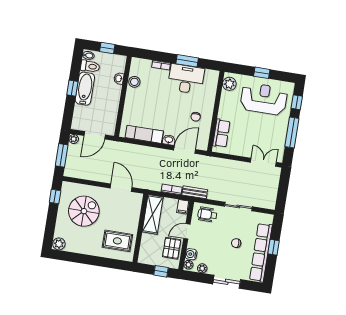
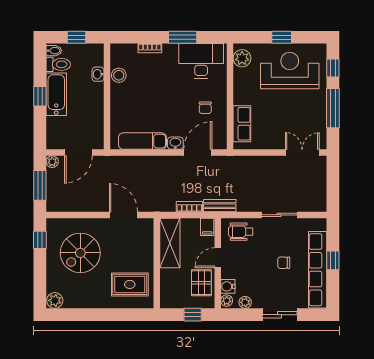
desk: (186, 79) -> (201, 61), moved
spiral stairs: (84, 211) -> (80, 253), turned 180

